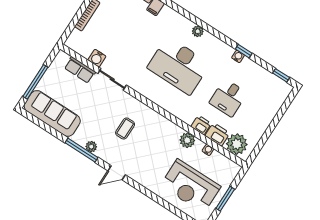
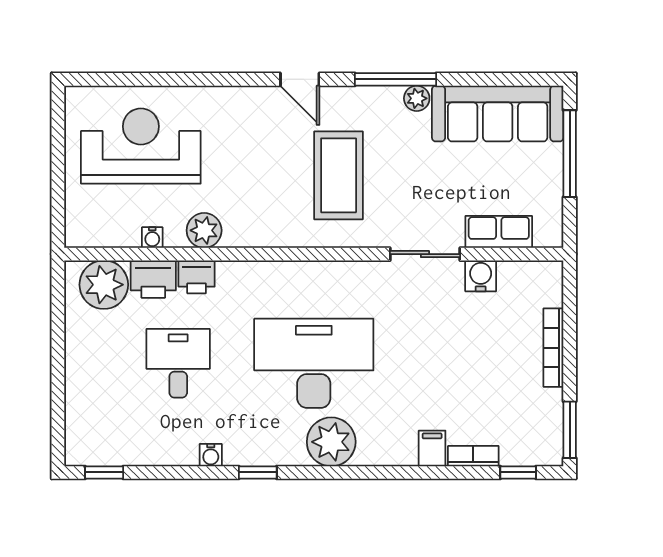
plant: (198, 31) -> (331, 442), width x1.87, depth x1.87
window: (244, 51) -> (258, 472), moved
coffee table: (125, 129) -> (339, 175), width x1.86, depth x1.72
plant: (91, 147) -> (417, 98), moved
door: (117, 173) -> (300, 79), swing flipped
window: (225, 199) -> (58, 165), removed

